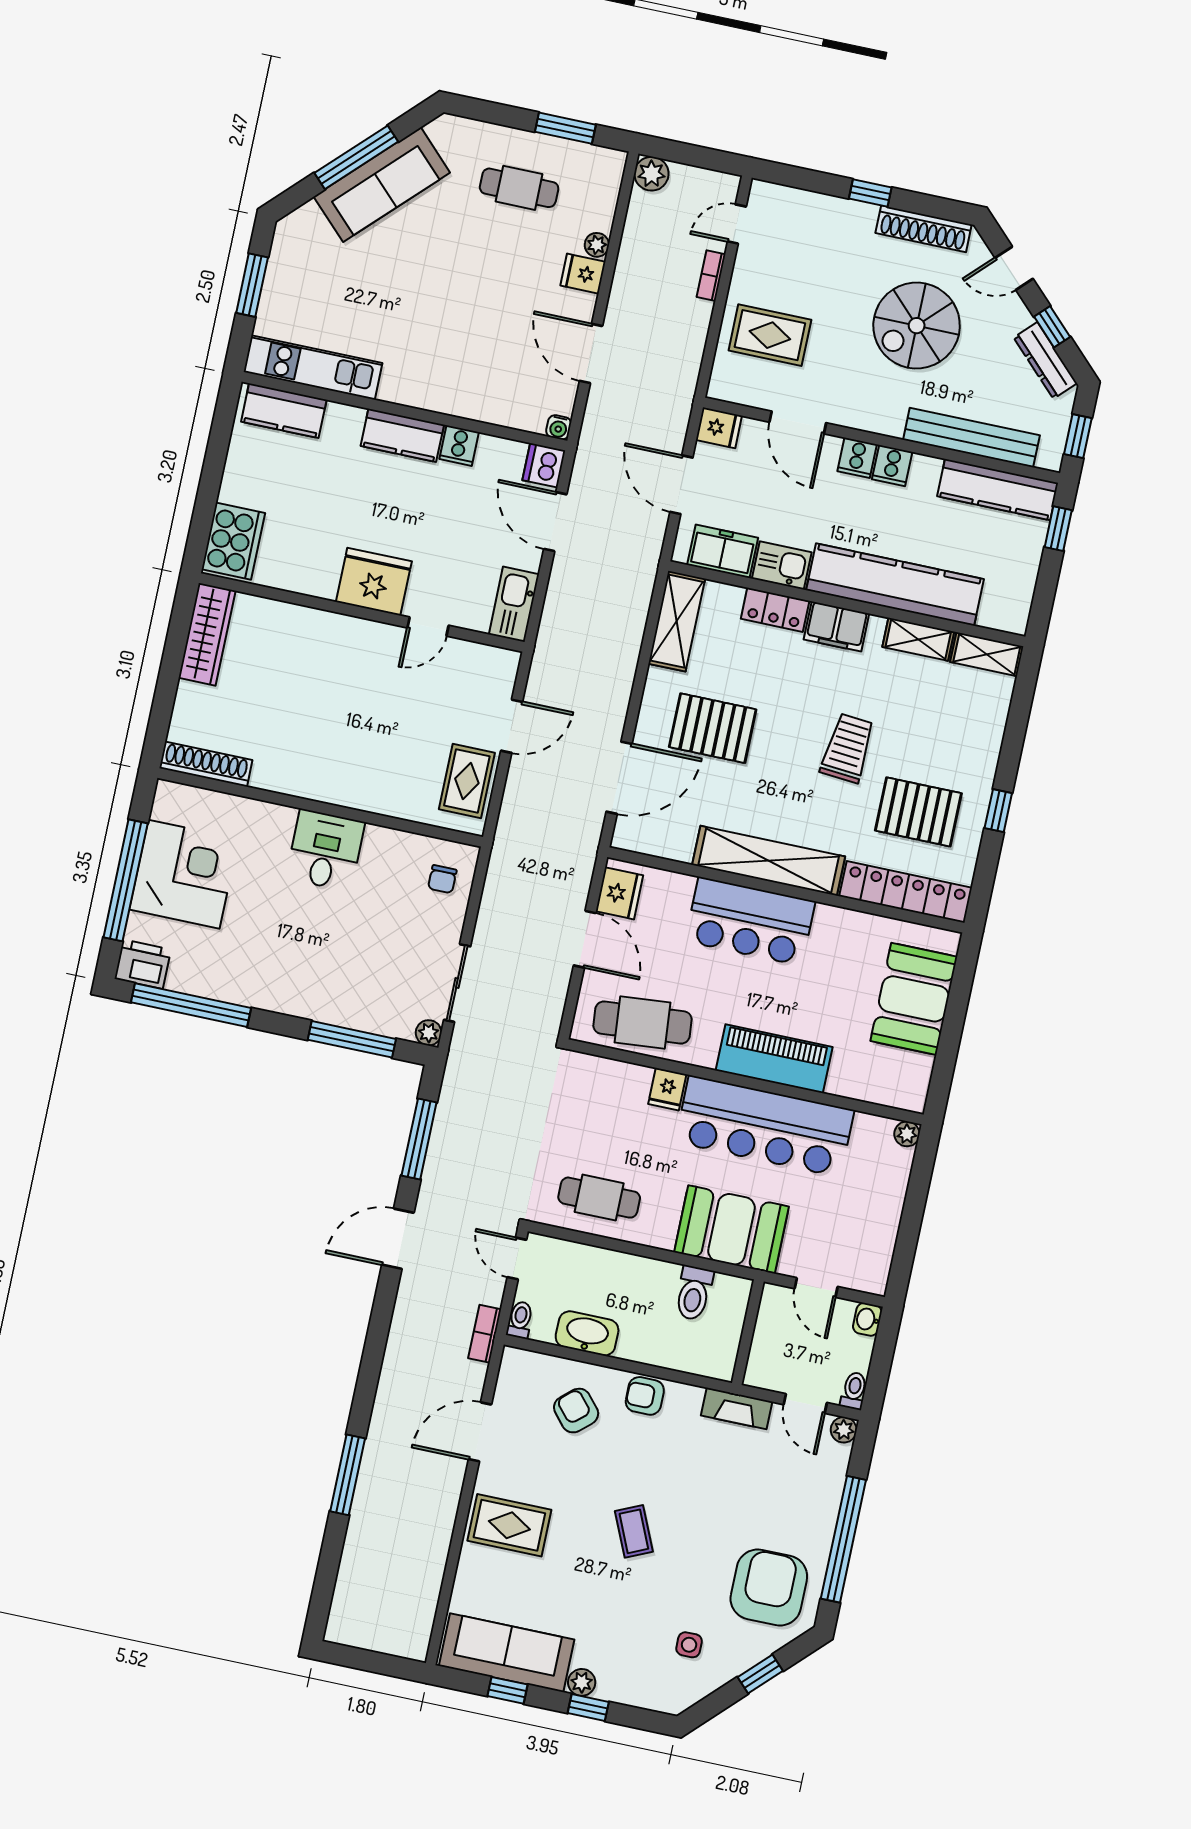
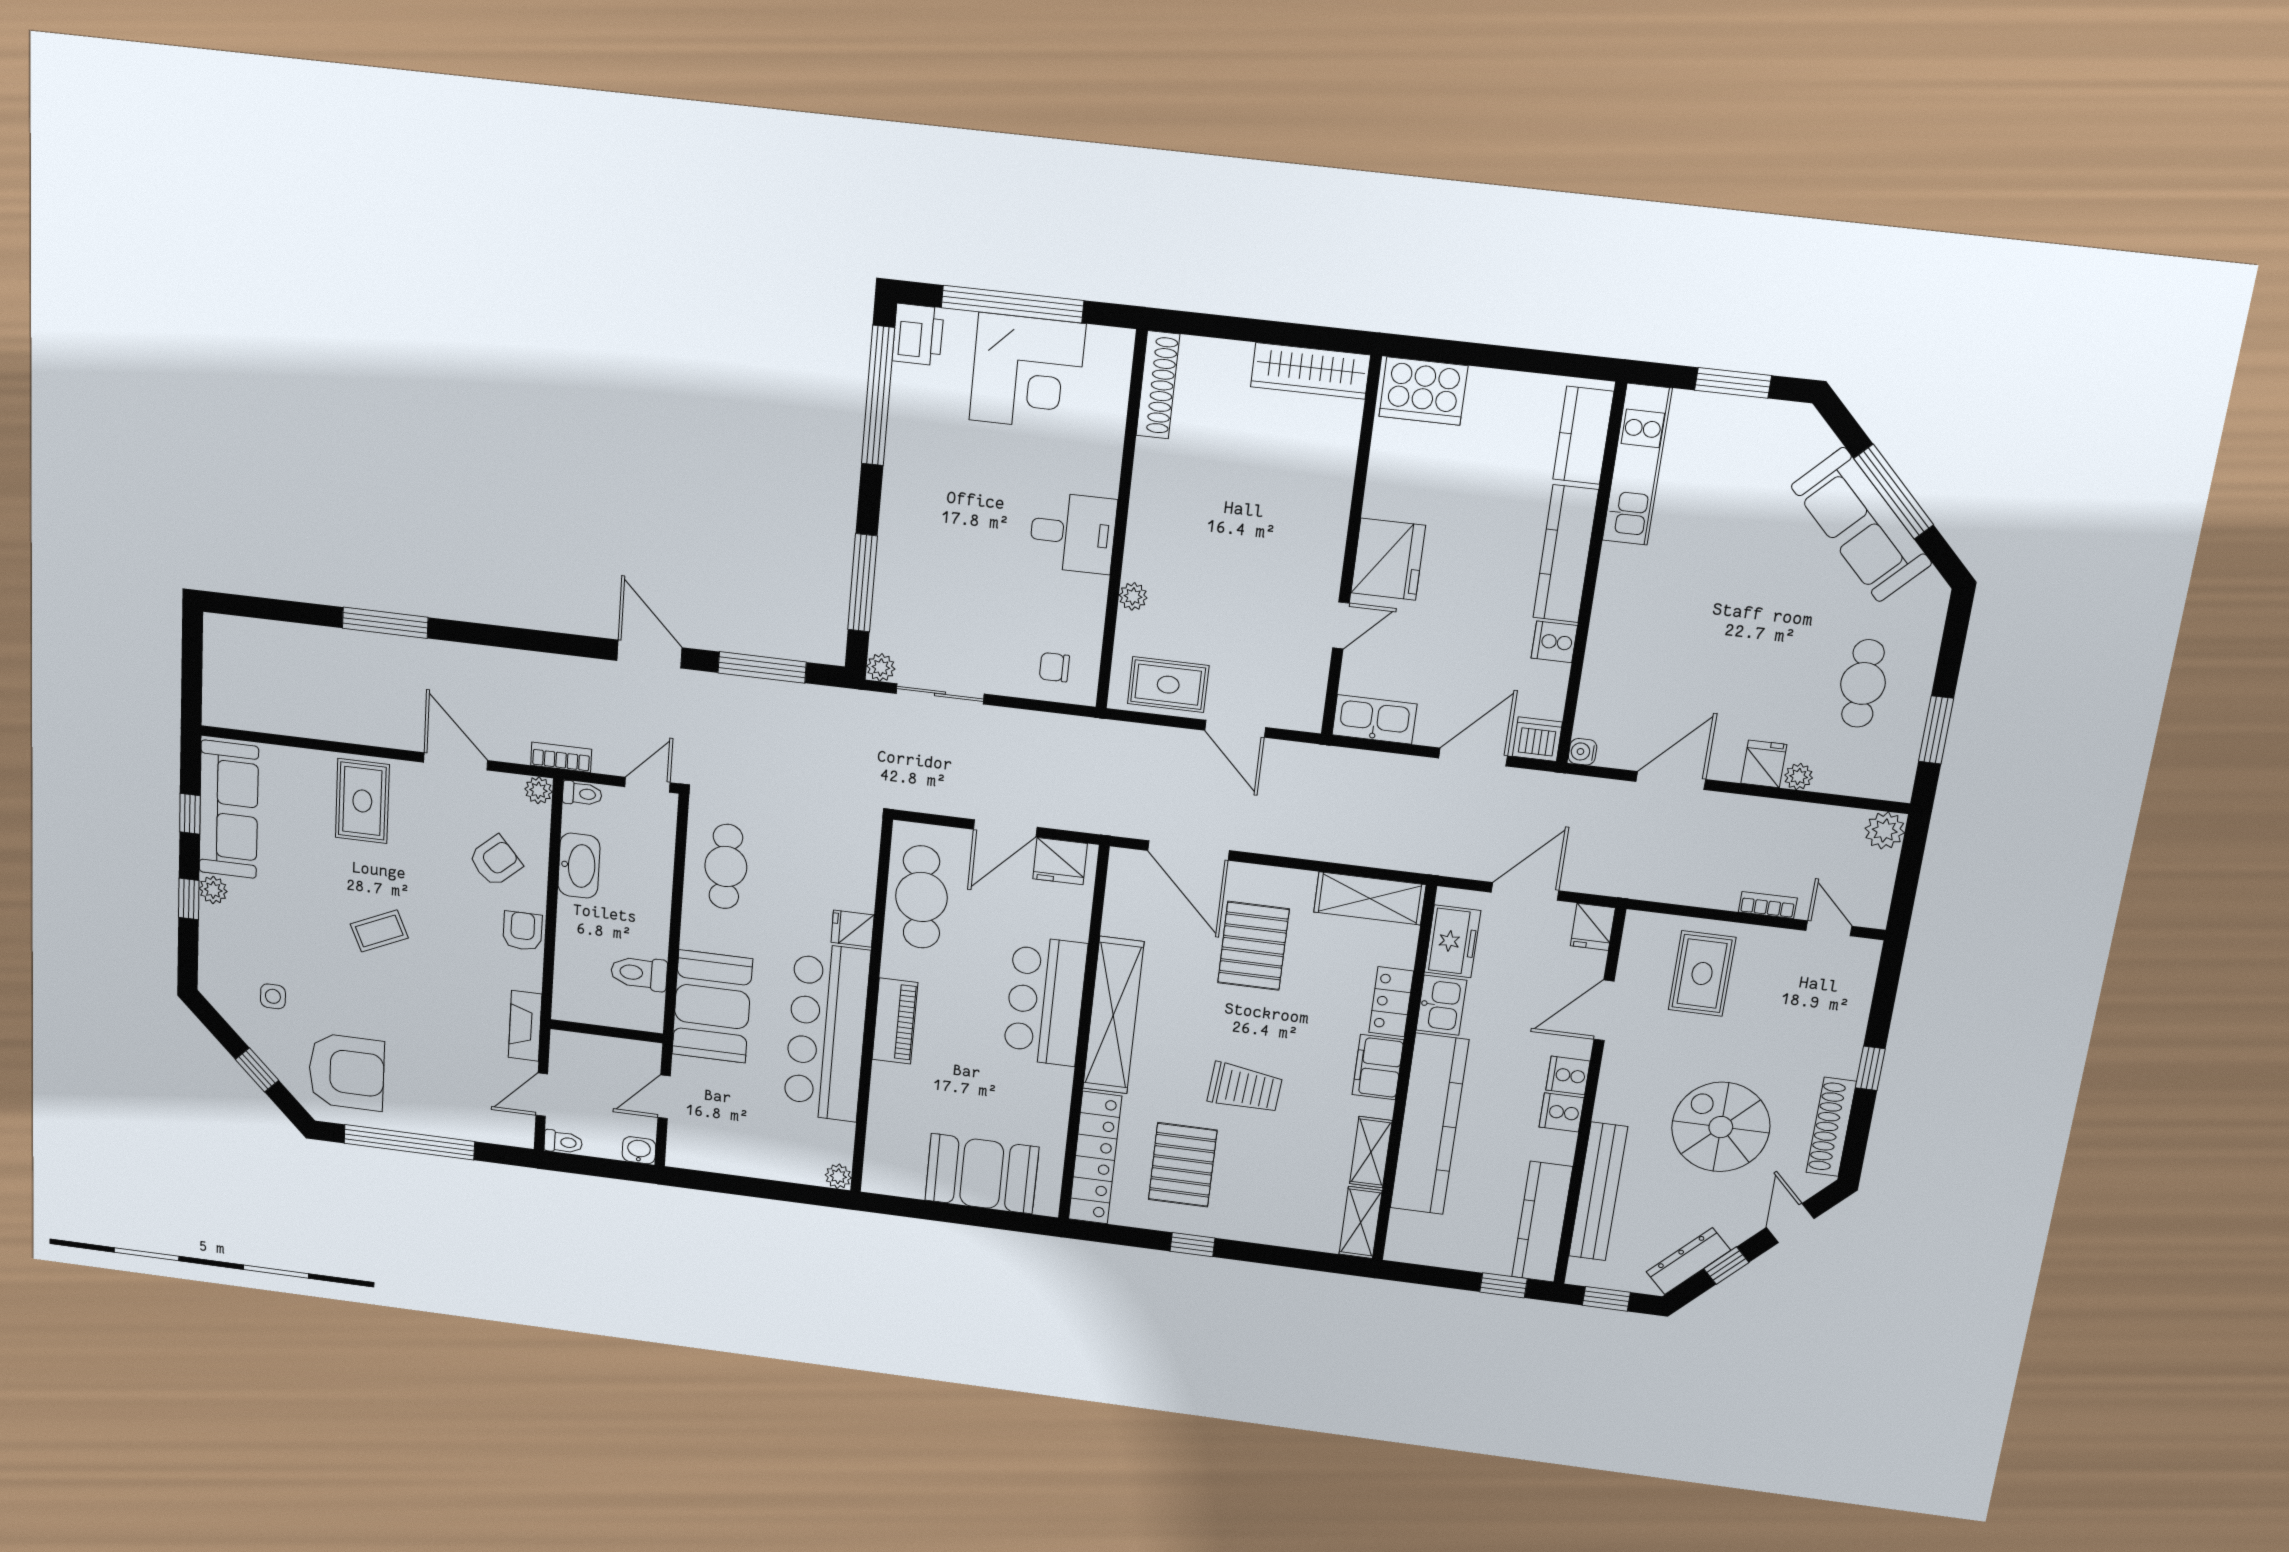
kitchen counter: (402, 435) -> (1566, 554), width x1.50
door: (428, 627) -> (1341, 625), swing flipped
plant: (386, 804) -> (1133, 596), added
piano: (774, 1059) -> (895, 1021), width x0.73, depth x0.75
plant: (844, 1430) -> (538, 790), moved

